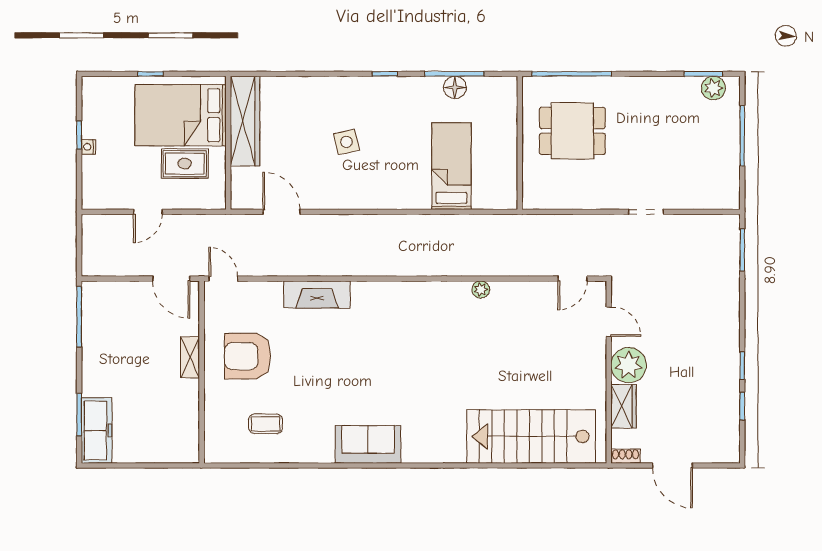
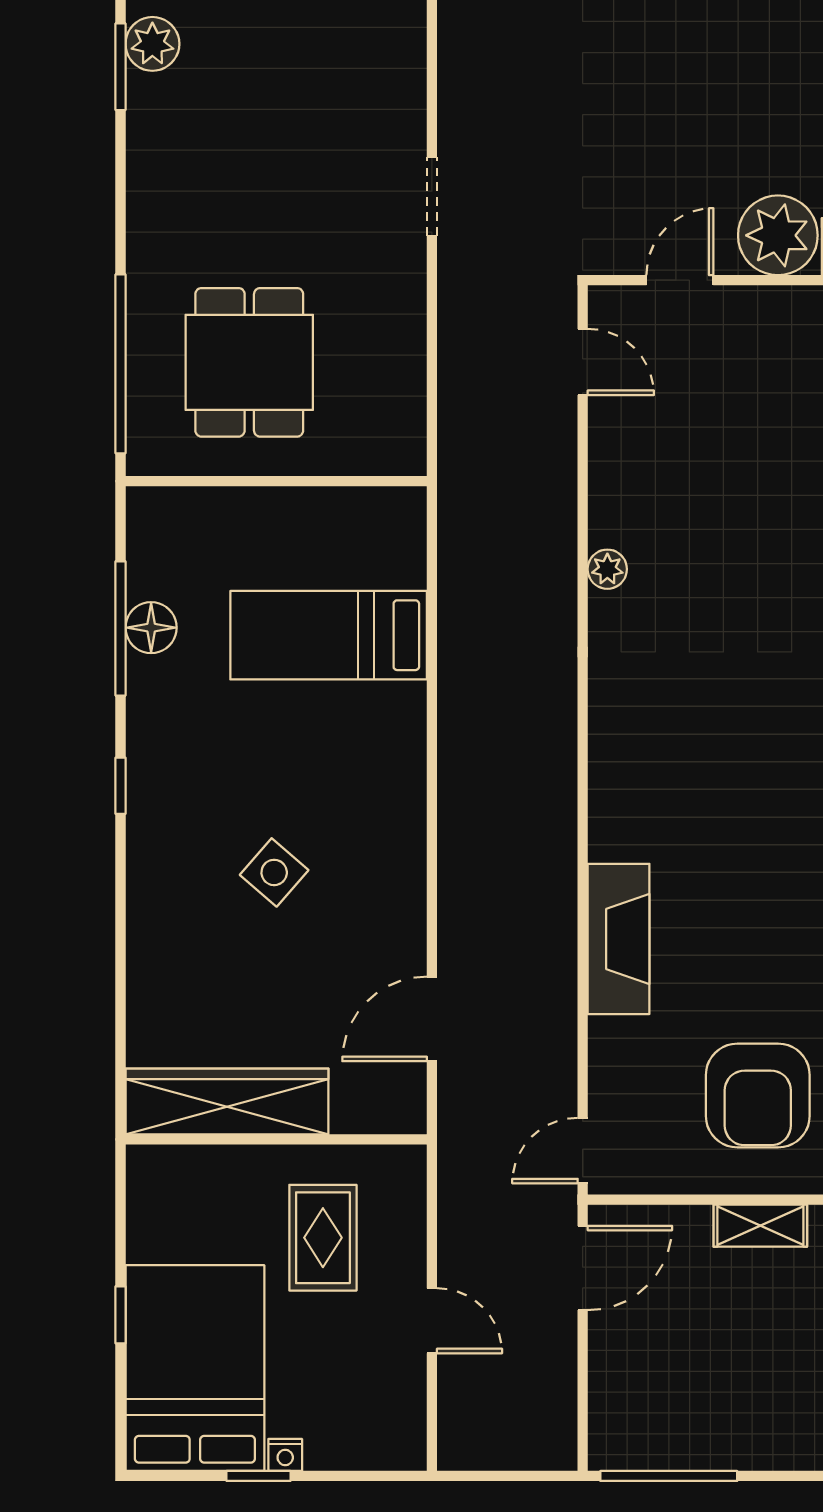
bed: (180, 115) -> (195, 1368), moved, turned 180
side table: (346, 142) -> (274, 872), turned -36

